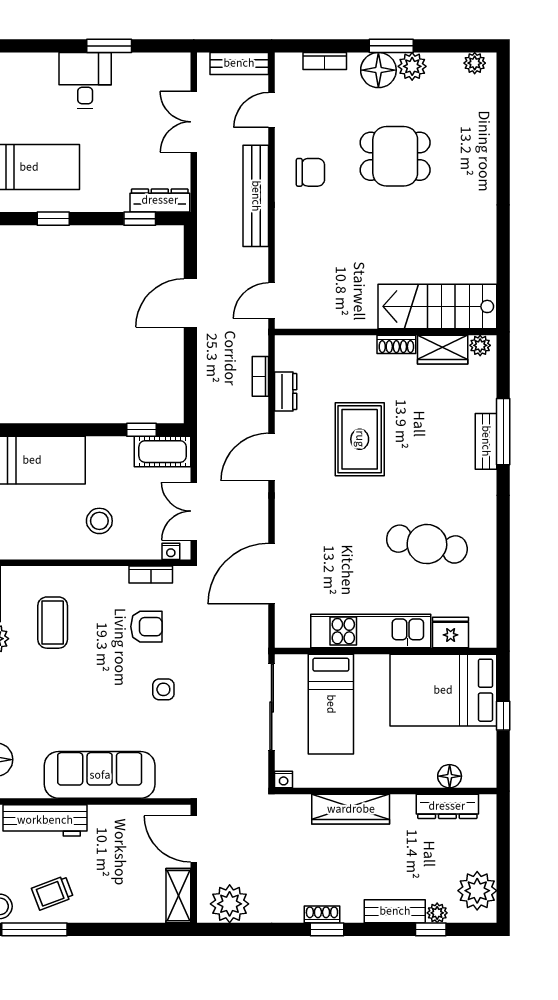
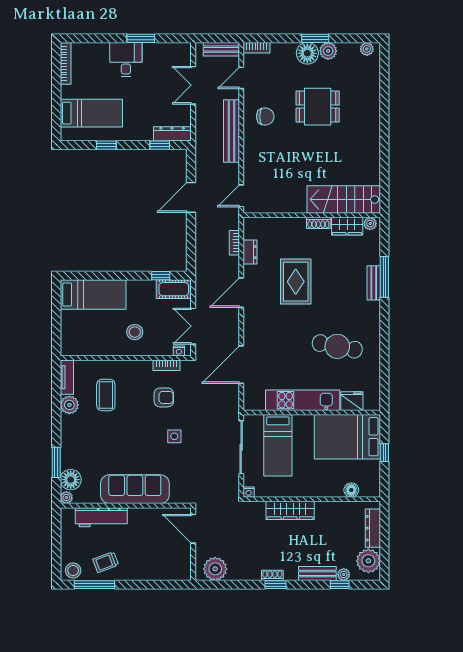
bookcase: (325, 61) -> (256, 48), moved
dresser: (447, 806) -> (373, 528), moved, turned 90
shelving: (178, 896) -> (184, 564), removed

